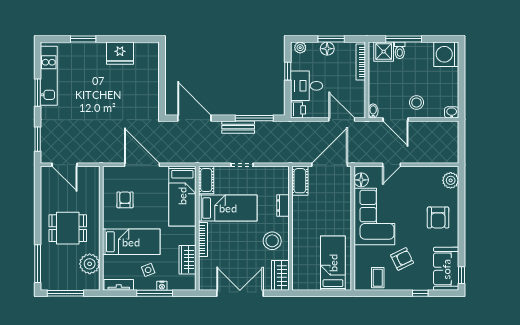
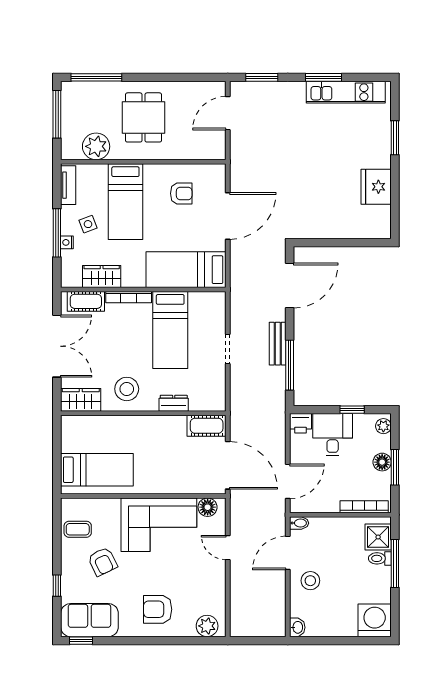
cot: (206, 180) -> (86, 301), moved

